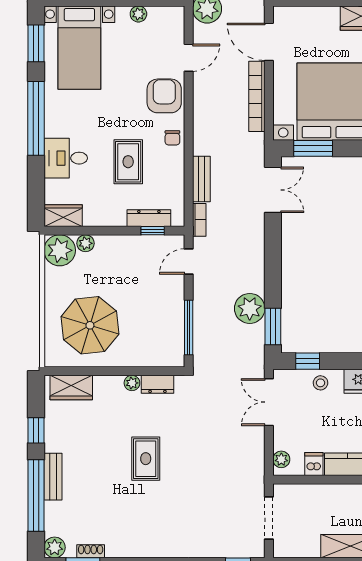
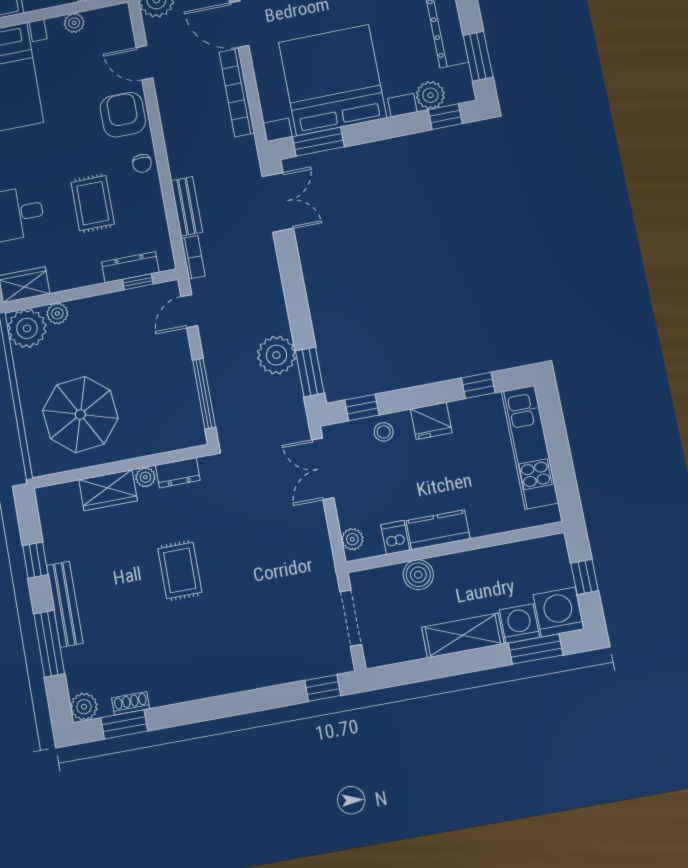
door: (189, 58) -> (144, 63), swing flipped
wardrobe: (71, 388) -> (108, 490), moved
bench: (53, 477) -> (65, 604), width x1.36
window: (36, 495) -> (49, 644), width x0.68
boiler: (326, 495) -> (418, 575), added

